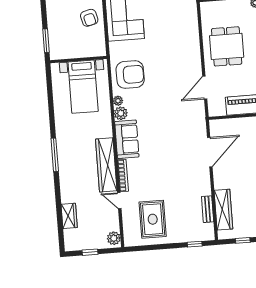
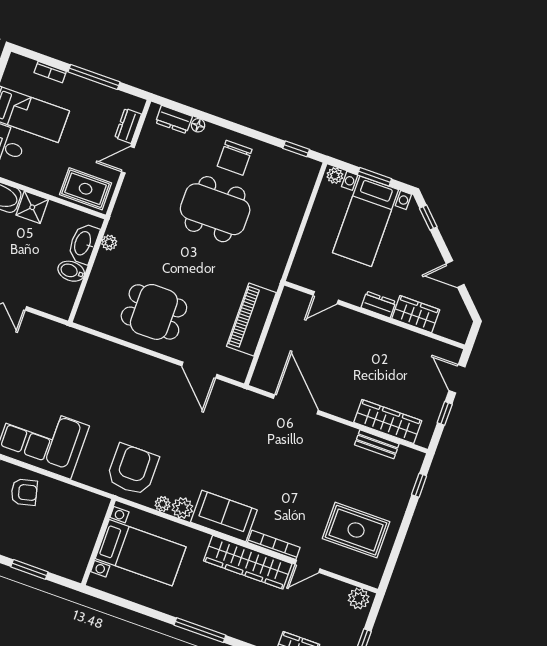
wall: (78, 60) -> (98, 542), moved
bed with nightstands: (83, 87) -> (141, 553), moved

